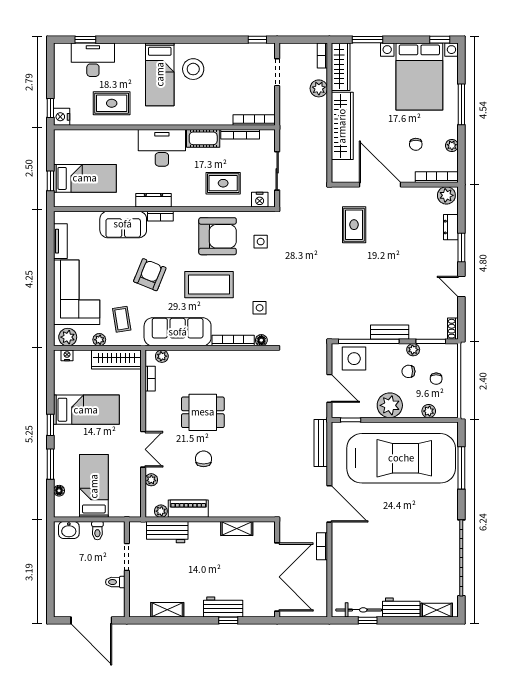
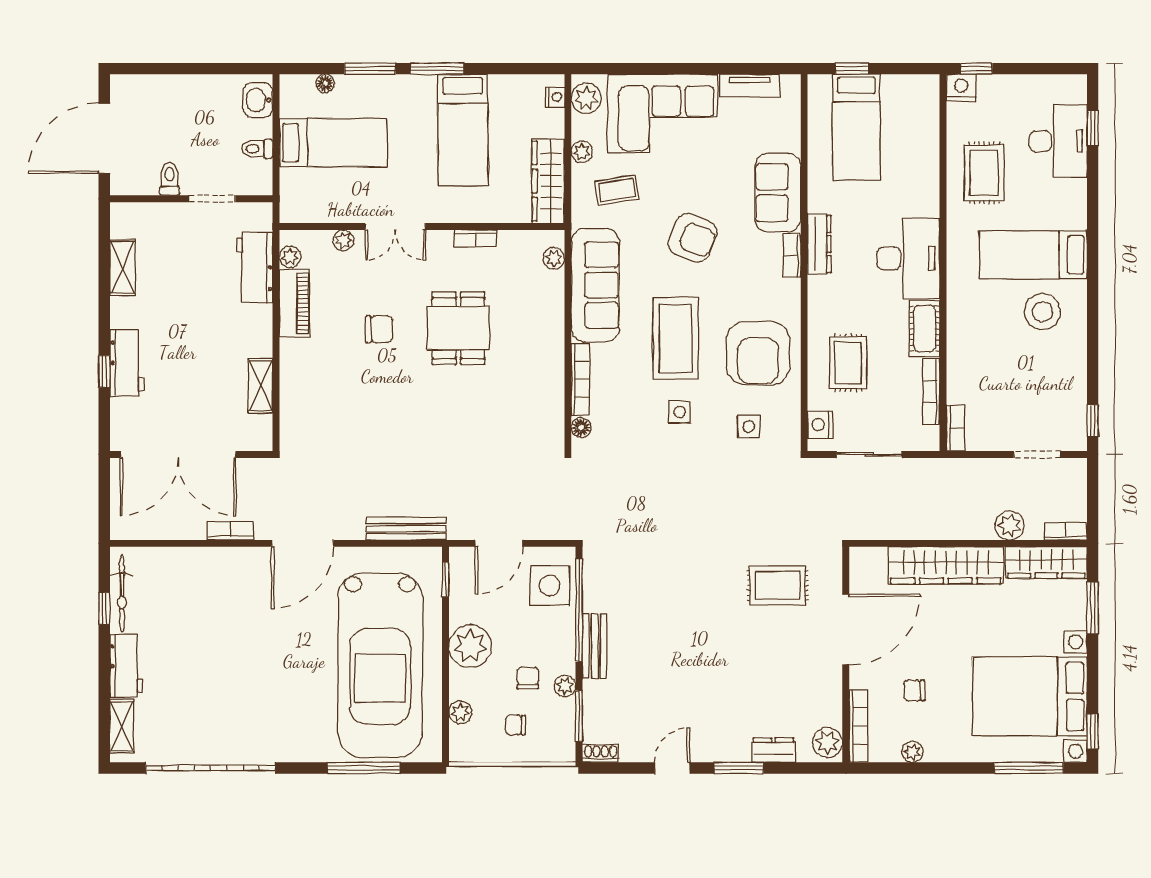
window: (461, 104) -> (1029, 768), moved
bookcase: (254, 120) -> (956, 428), width x0.64
side table: (260, 308) -> (680, 412), moved
bookcase: (150, 379) -> (476, 238), moved
window: (50, 425) -> (437, 69), width x1.50

